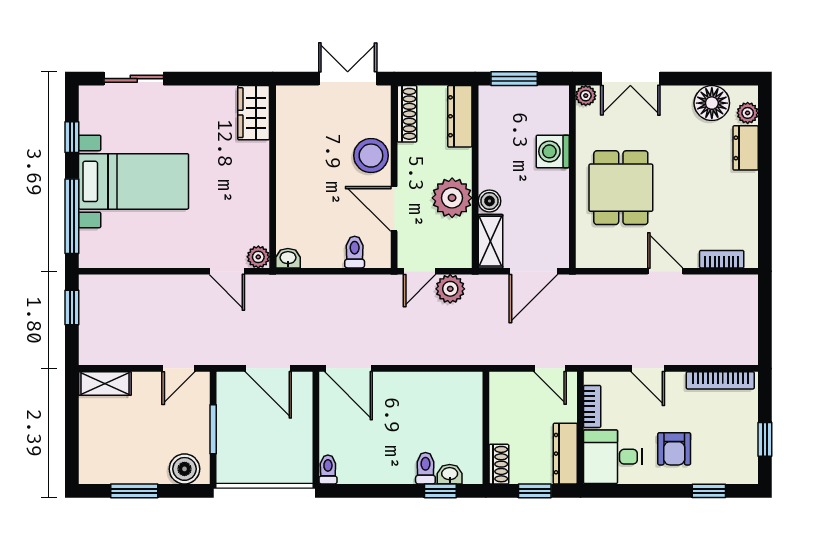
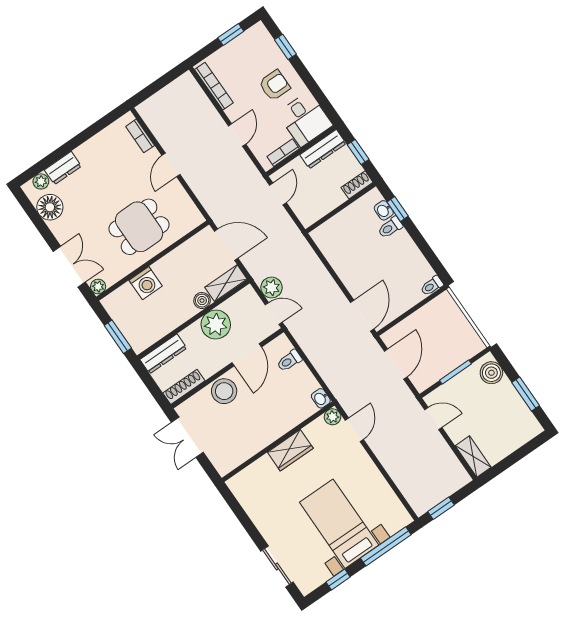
wardrobe: (254, 113) -> (290, 450), moved

